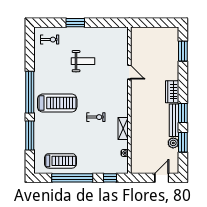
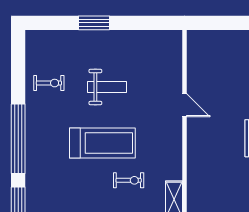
exercise bike: (50, 40) -> (49, 83), moved
treadmill: (57, 103) -> (102, 143), moved

